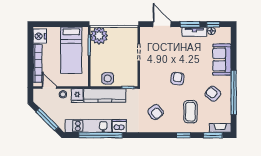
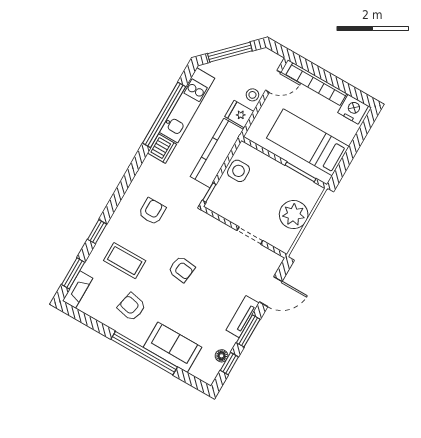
tv unit: (194, 32) -> (242, 317), moved
plant: (99, 36) -> (294, 215), moved
window: (234, 92) -> (144, 353), moved
armchair: (213, 94) -> (132, 307), turned -117
armchair: (156, 112) -> (152, 211), turned 130

